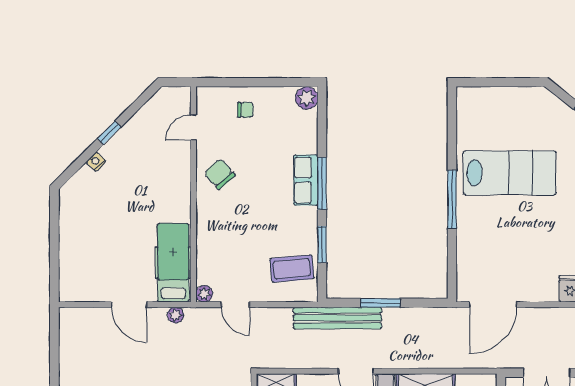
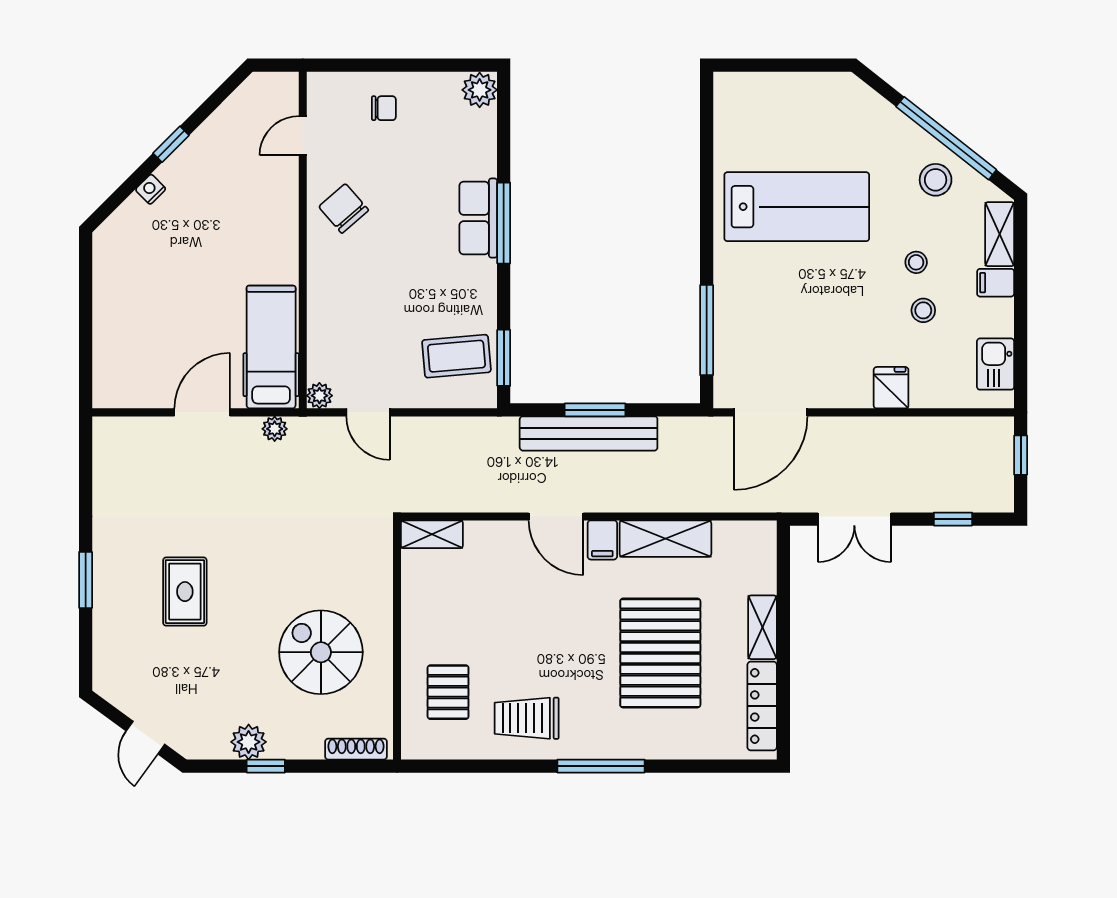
window: (452, 199) -> (707, 330), moved
window: (322, 244) -> (504, 358), moved
door: (129, 305) -> (202, 412), swing flipped
bench: (338, 318) -> (589, 433), moved

